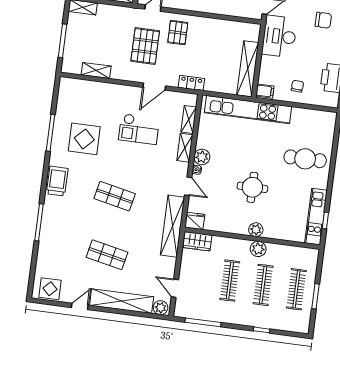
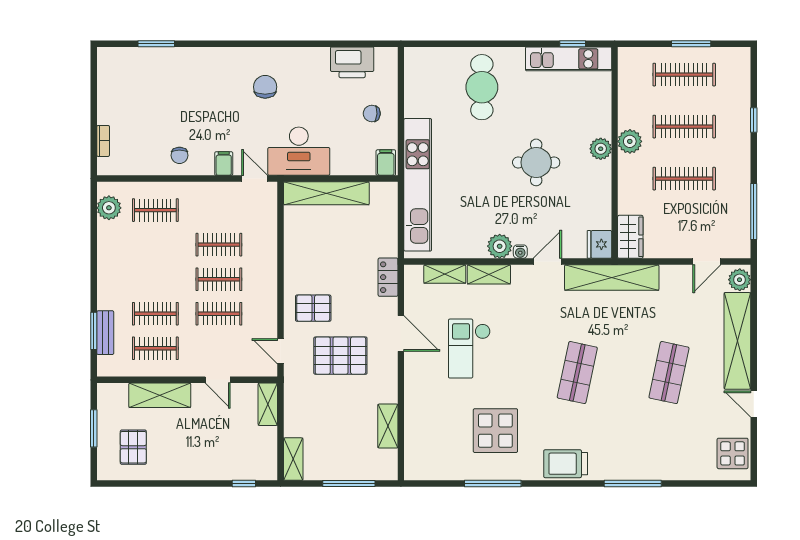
shelving: (248, 69) -> (326, 193), moved
checkout: (139, 129) -> (469, 349), turned 180

